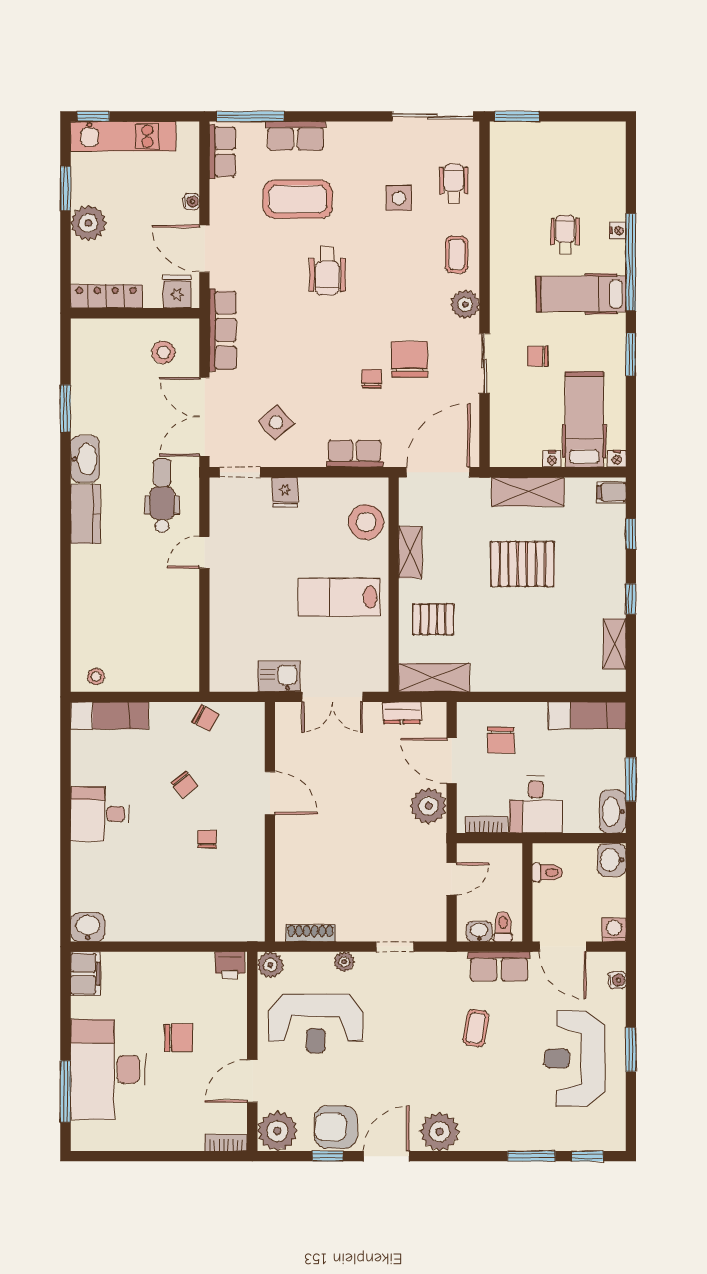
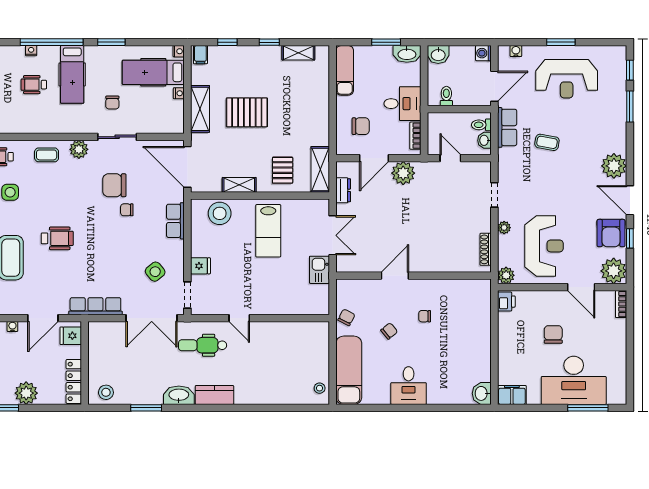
stool: (163, 352) -> (106, 392), moved
pallet: (522, 564) -> (247, 112), turned 90
exam couch: (109, 715) -> (349, 370), width x1.36, depth x1.45

